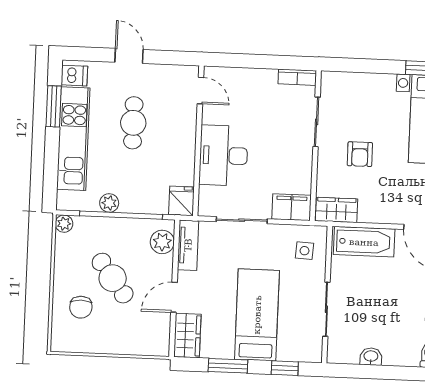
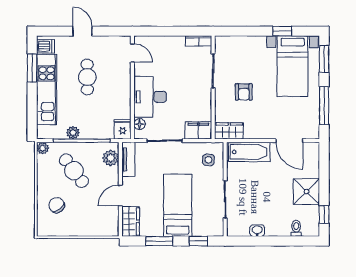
floor lamp: (206, 195) -> (139, 124), added
cafe table: (113, 278) -> (74, 171), moved
chair: (81, 307) -> (57, 205), turned 141

